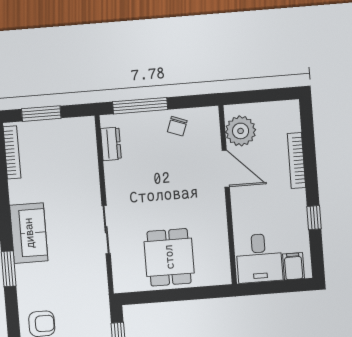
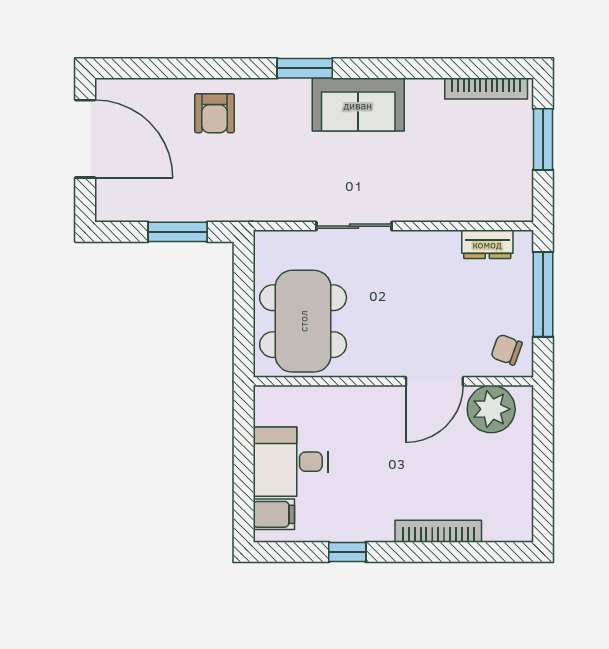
plant: (241, 131) -> (491, 409), moved
door: (226, 169) -> (434, 381), moved
wall: (228, 195) -> (393, 381), moved
dining table: (169, 257) -> (303, 321), width x1.38

